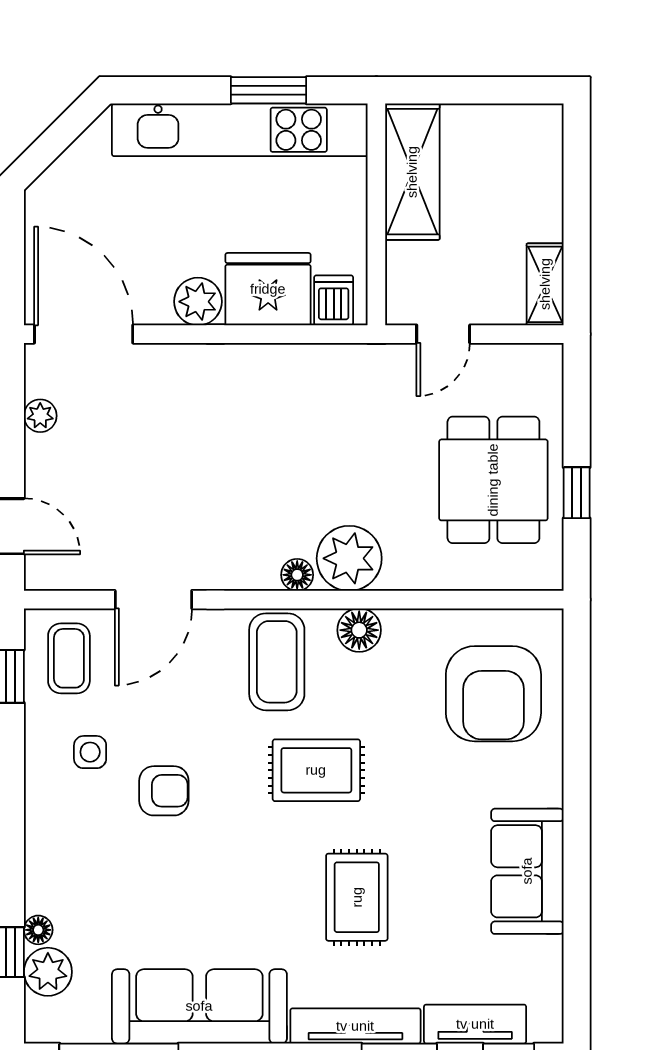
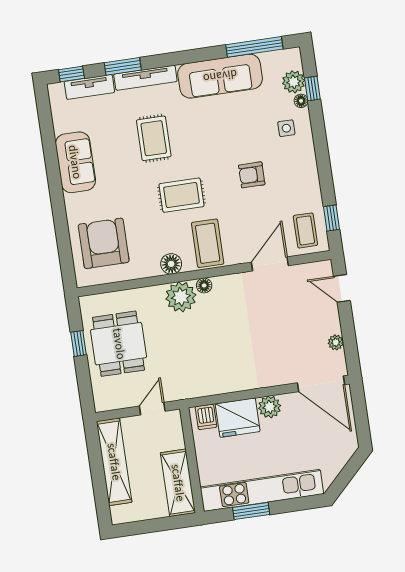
shelving: (545, 284) -> (114, 462), width x2.20, depth x1.33
side table: (90, 752) -> (286, 128), moved

